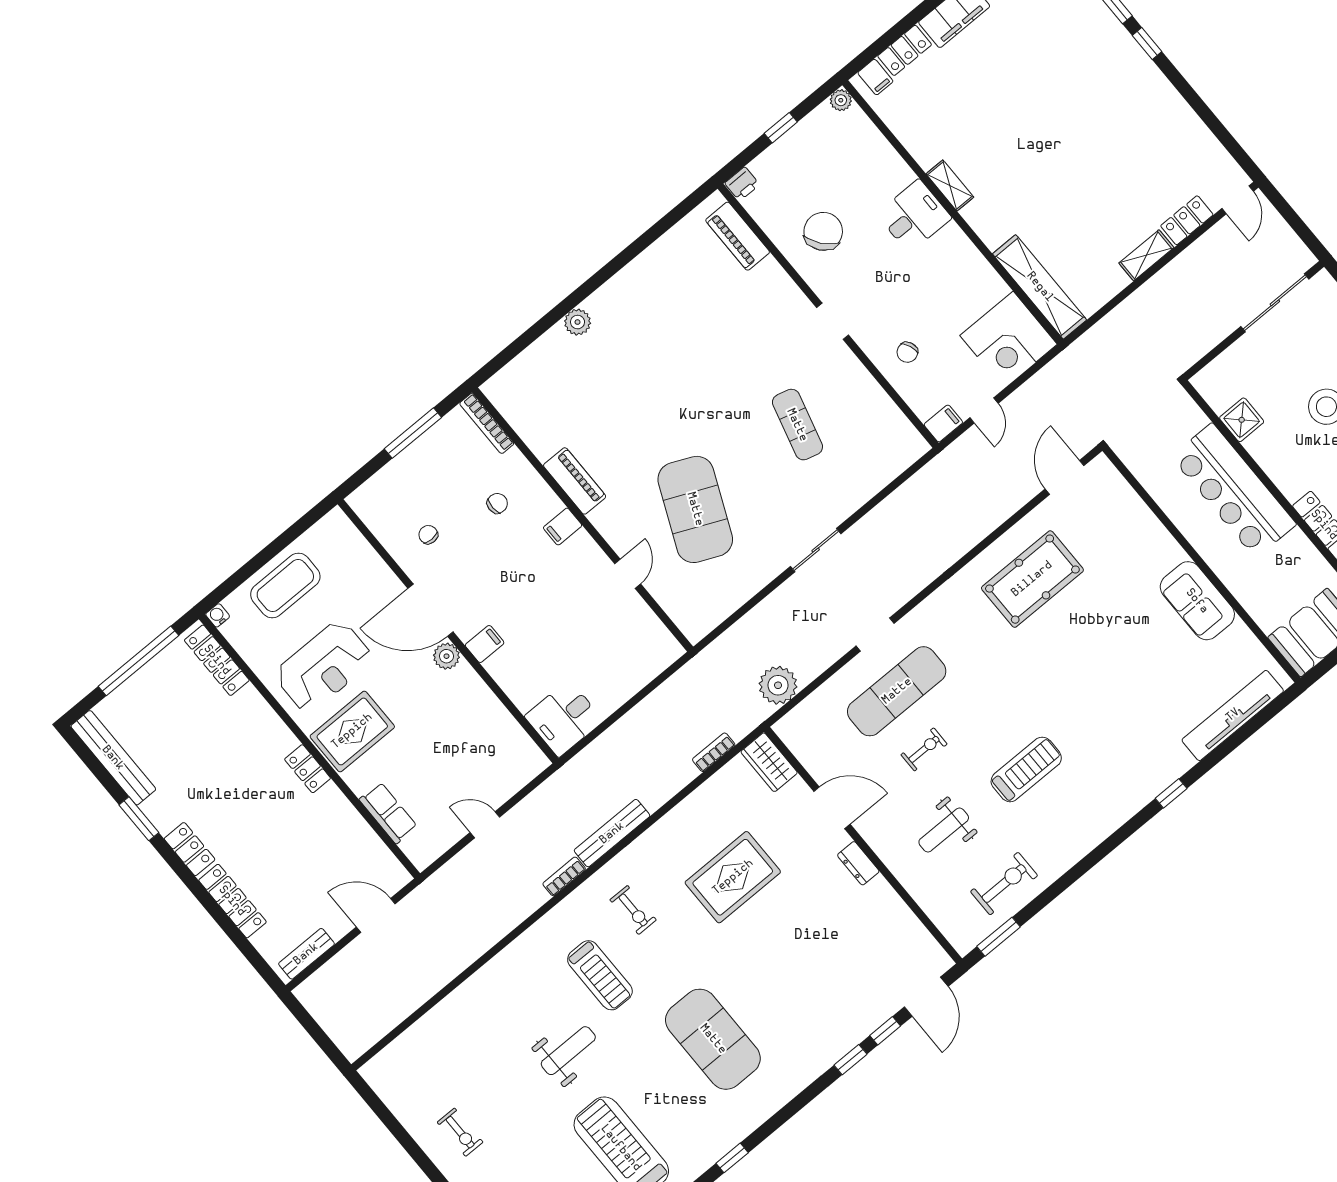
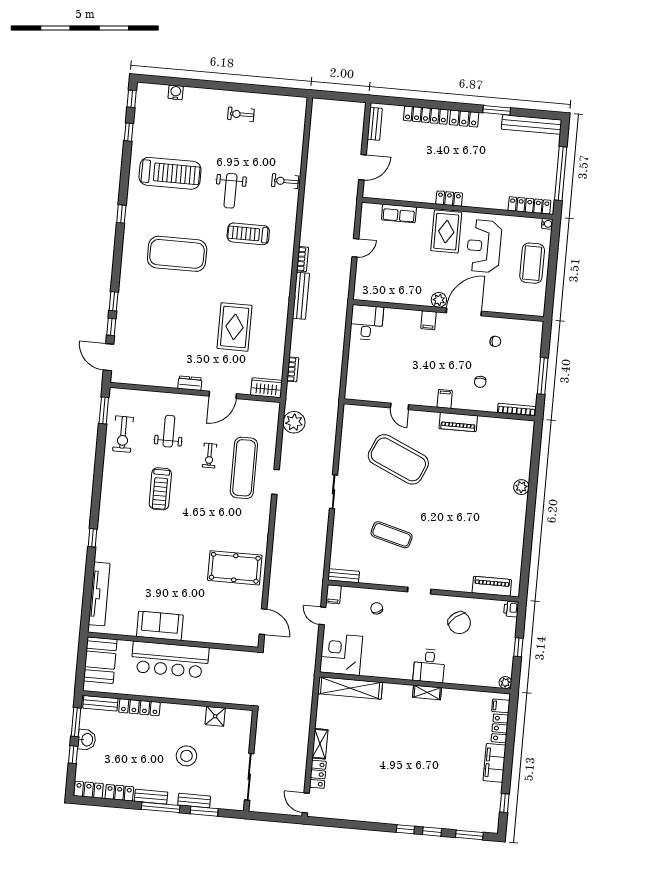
bench: (908, 434) -> (344, 576), added
bar counter: (1234, 490) -> (170, 660), moved, turned 180
pool table: (1032, 579) -> (235, 568), turned 90
exercise bike: (633, 910) -> (285, 181), moved

